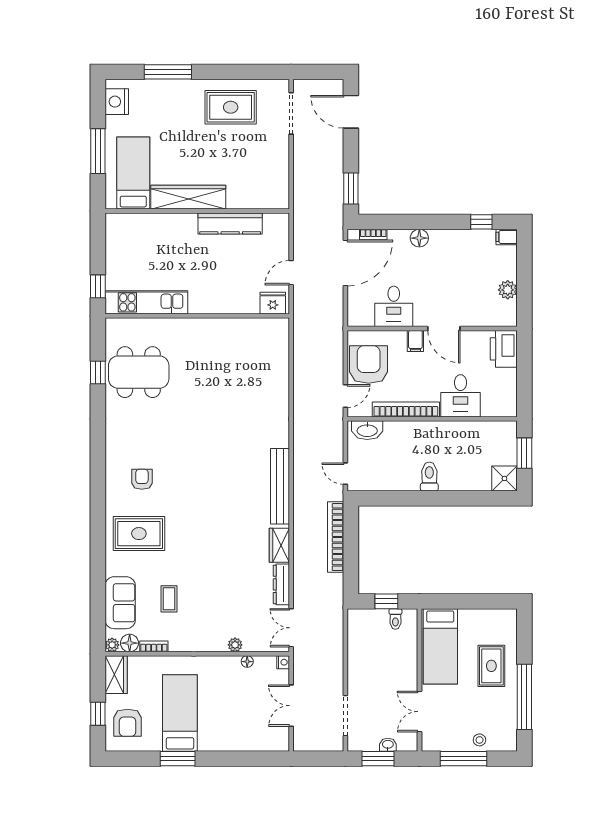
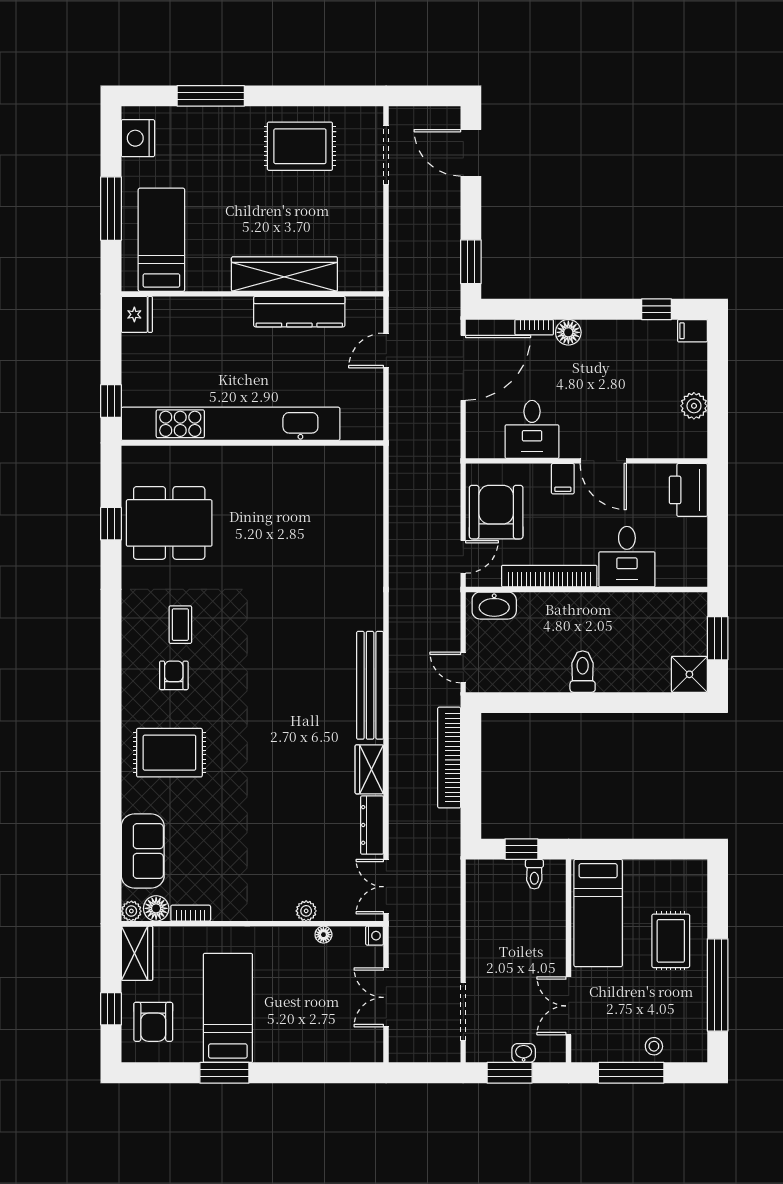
wardrobe: (188, 197) -> (284, 274), moved
bookcase: (373, 235) -> (534, 327), moved
door: (291, 273) -> (386, 350), moved
kitchen unit: (146, 302) -> (231, 424), width x1.86
fridge: (273, 303) -> (137, 314), moved, turned 90
coffee table: (169, 599) -> (180, 625), moved

